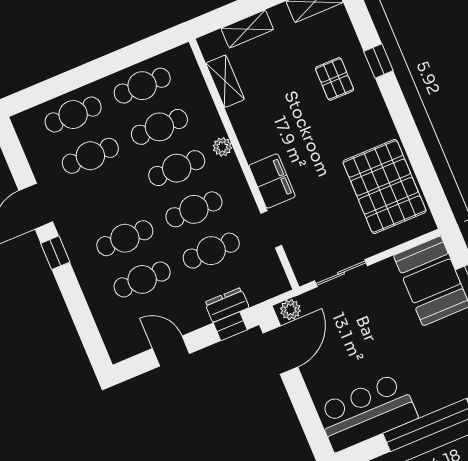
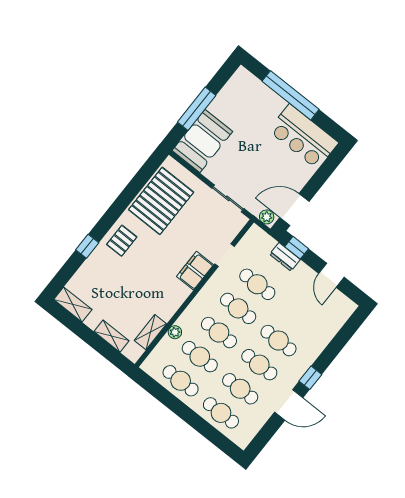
pallet: (335, 79) -> (122, 241), moved
plant: (222, 147) -> (175, 332), moved
cafe table: (142, 279) -> (259, 365), moved

